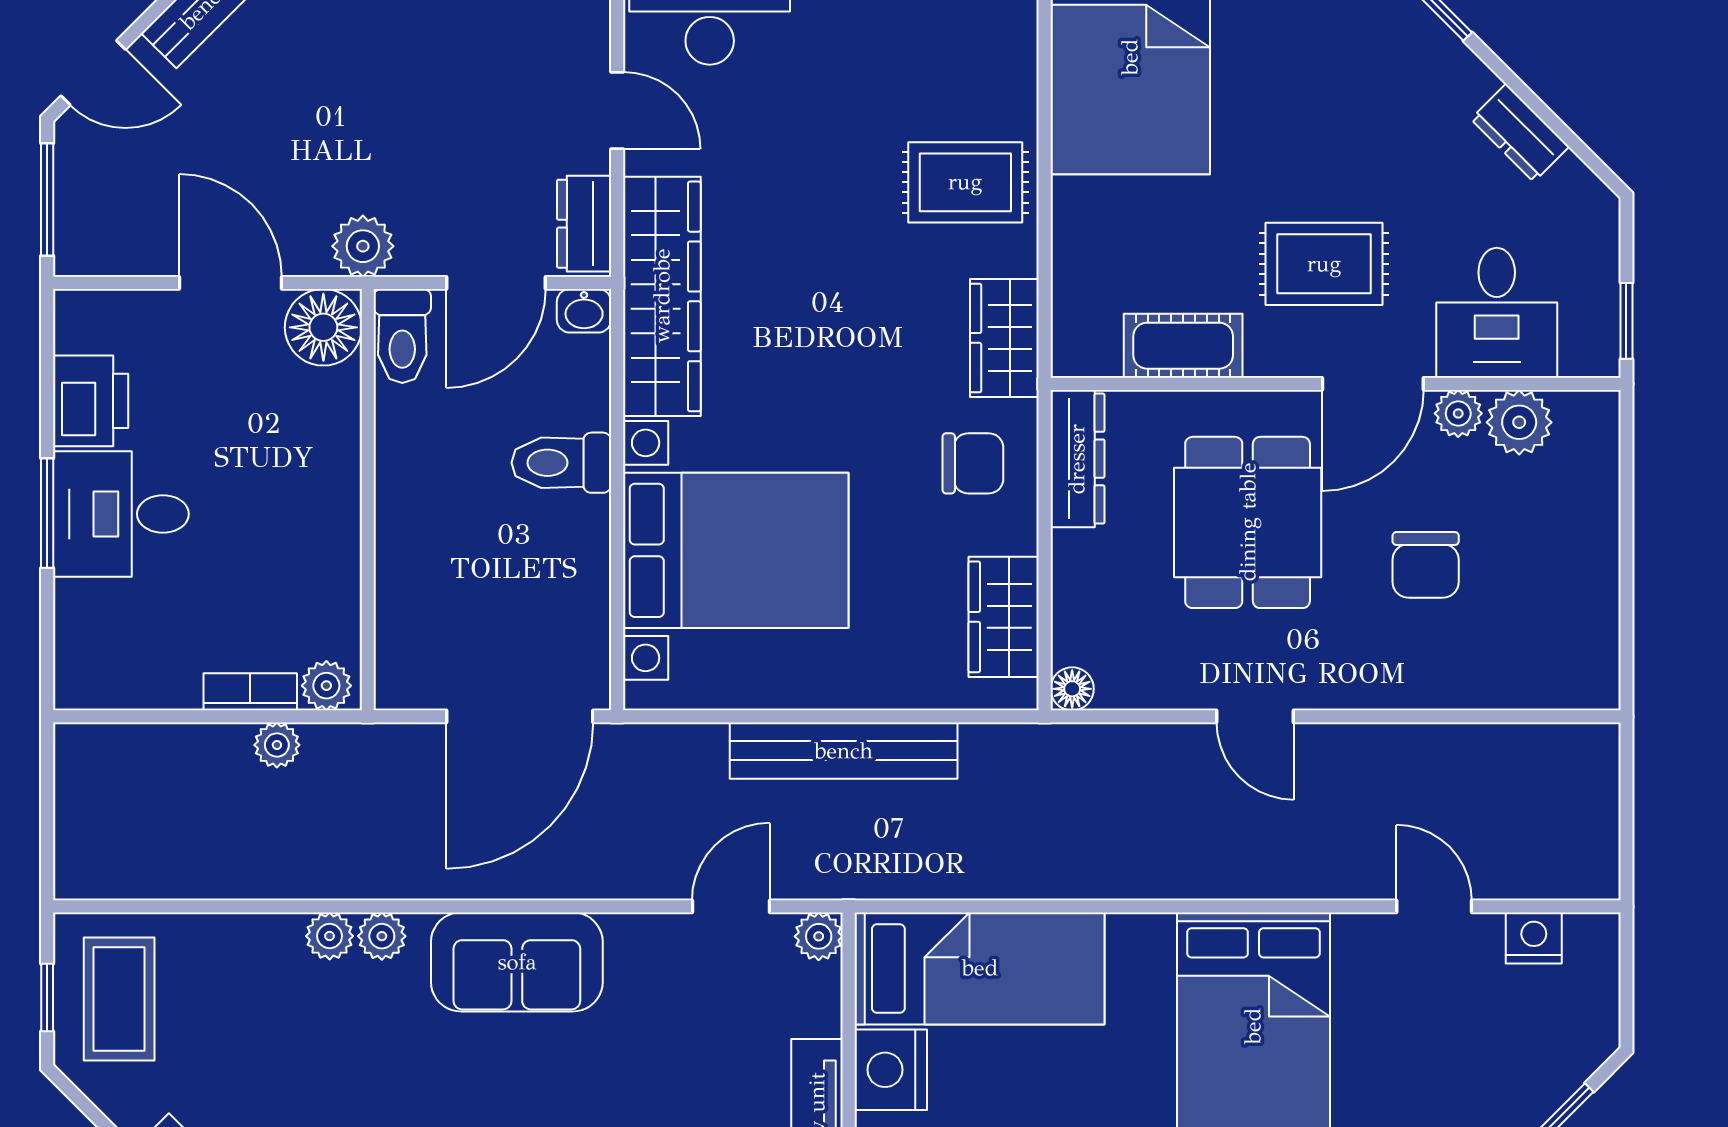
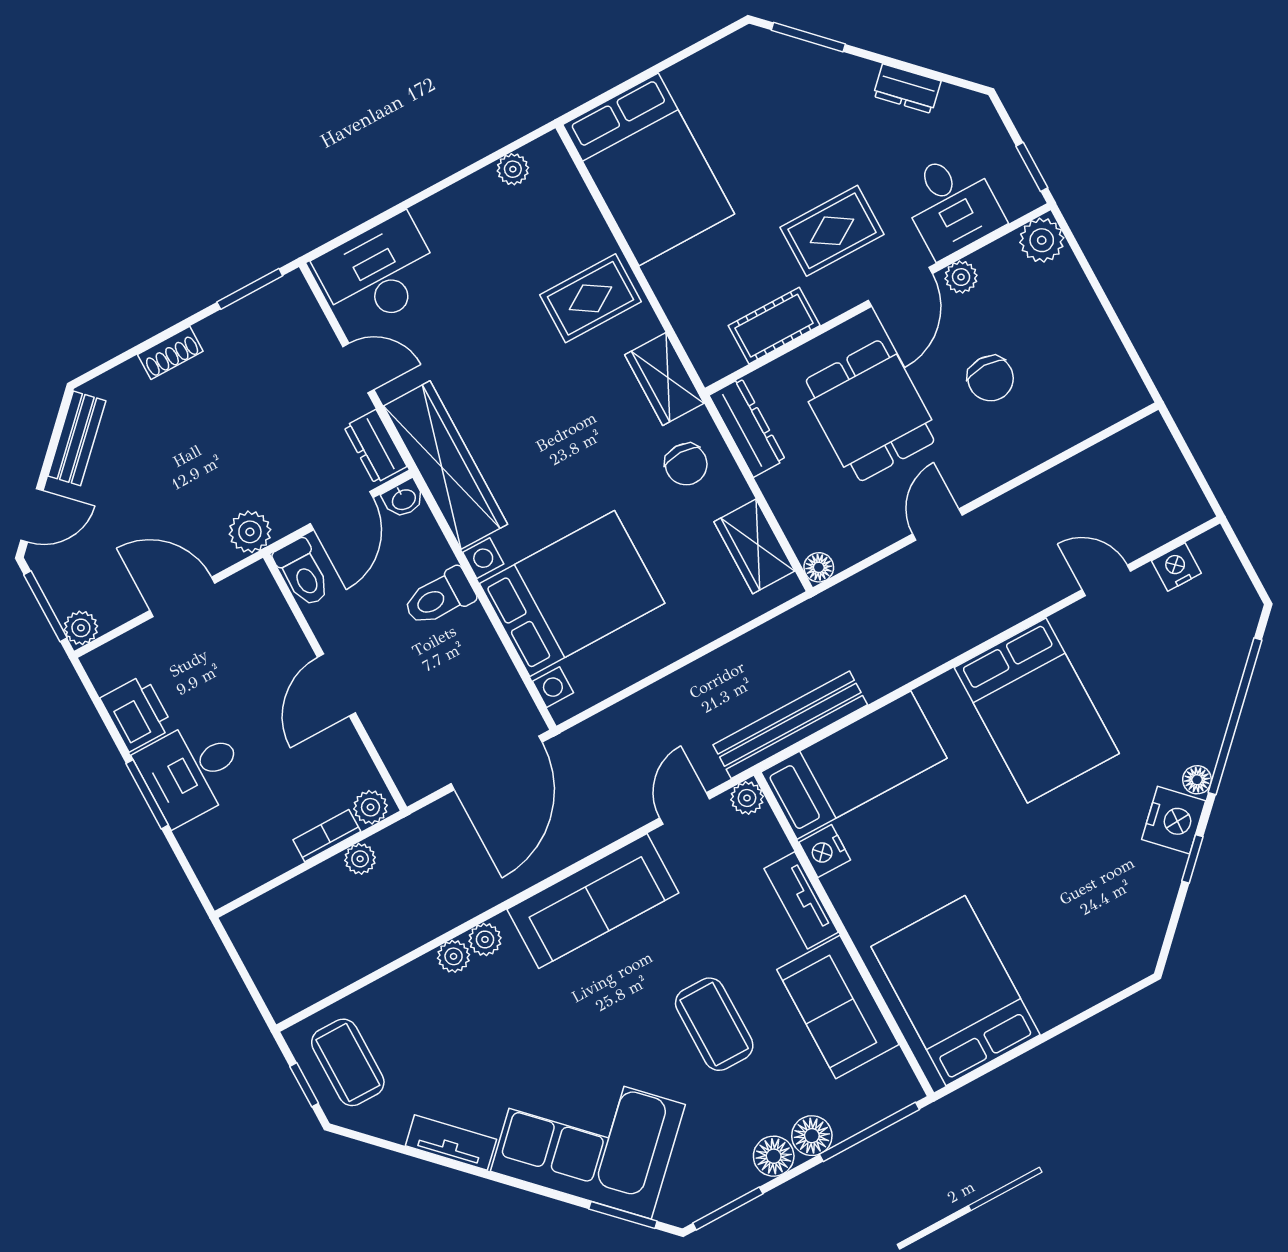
plant: (78, 252) -> (81, 628), added
floor lamp: (323, 327) -> (253, 593), removed
plant: (1519, 422) -> (1042, 240), moved
chair: (973, 463) -> (686, 464), turned 90
door: (368, 504) -> (337, 685), added
door: (1255, 716) -> (937, 525), swing flipped
bench: (844, 751) -> (790, 725), moved
sofa: (517, 962) -> (593, 901), width x1.36
nightstand: (891, 1070) -> (825, 851), width x0.74, depth x0.75

